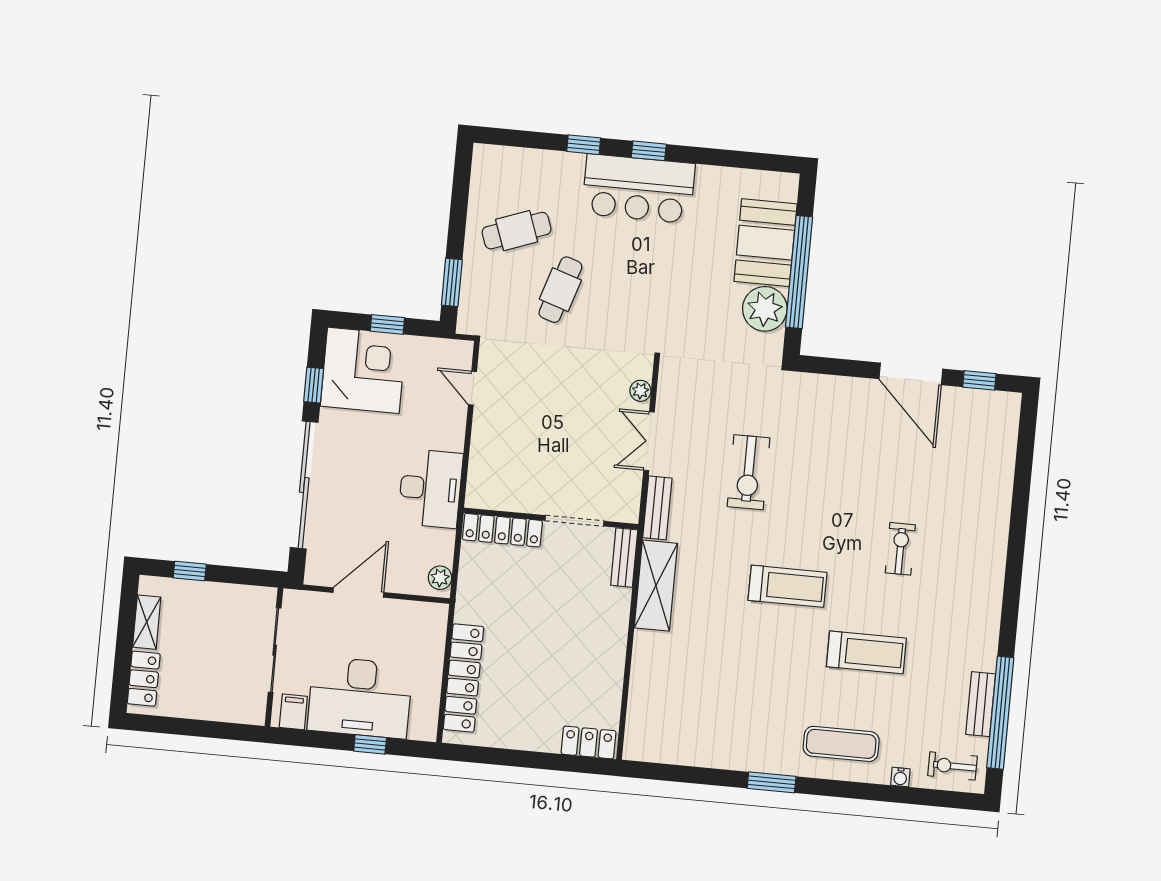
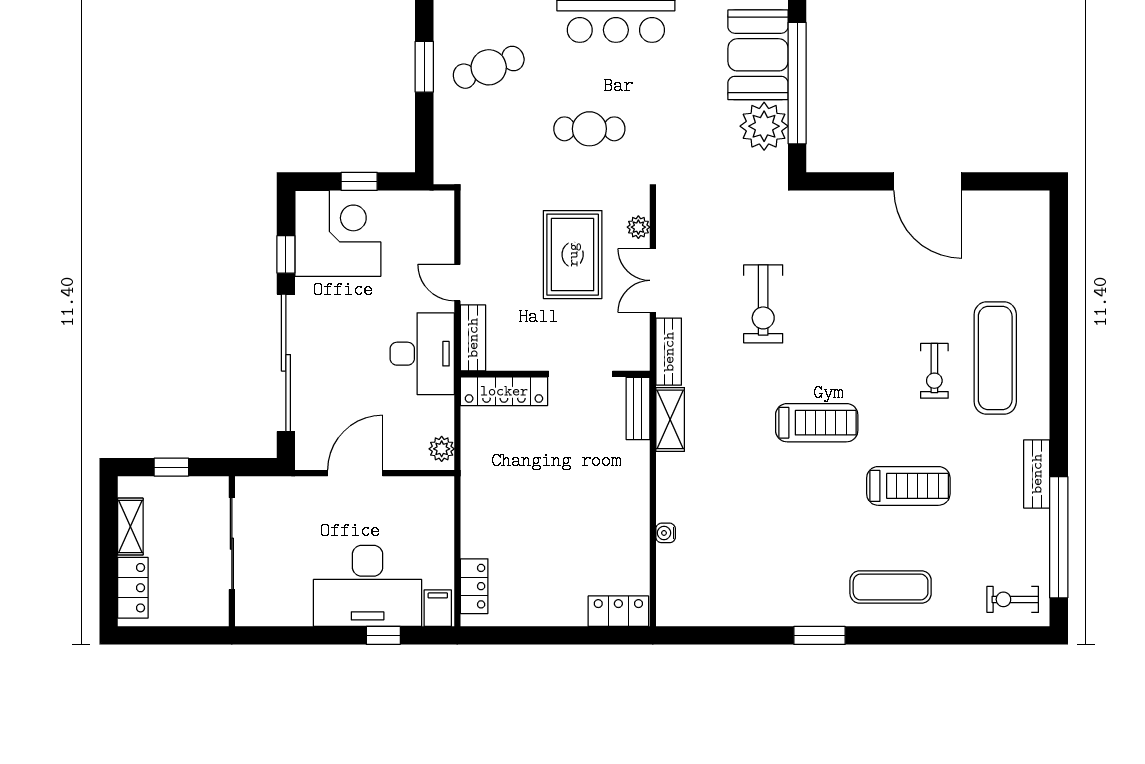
window: (452, 282) -> (424, 67), moved
cafe table: (560, 290) -> (589, 129), moved, turned 72
window: (979, 380) -> (1002, 181), removed
door: (473, 388) -> (457, 283), moved
rug: (577, 410) -> (573, 255), added
bench: (478, 478) -> (473, 338), added
exercise mat: (957, 542) -> (995, 358), added
exercise bike: (900, 549) -> (934, 371), turned 180
shelving: (656, 586) -> (670, 419), width x0.67, depth x0.75
sliding door: (275, 650) -> (232, 544), moved
wall: (274, 657) -> (232, 551), moved
locker: (463, 678) -> (474, 586), width x0.46, depth x0.83
bench: (981, 704) -> (1037, 474), moved
filing cabinet: (293, 712) -> (438, 608), moved
water cooler: (900, 777) -> (666, 533), moved, turned 90

